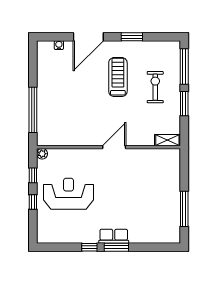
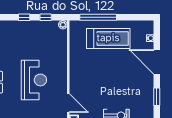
treadmill: (118, 77) -> (108, 38), moved, width x1.37, depth x1.38
door: (114, 147) -> (68, 103), moved
reception desk: (68, 194) -> (34, 80), moved

